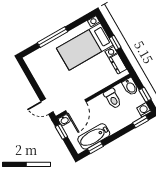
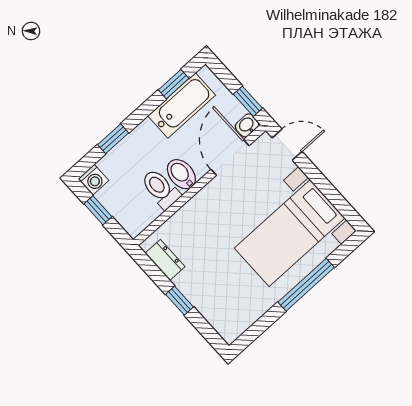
bed with nightstands: (85, 47) -> (290, 233), moved, turned 180
bidet: (130, 87) -> (181, 174), moved
window: (141, 122) -> (113, 139), moved

